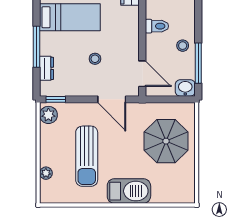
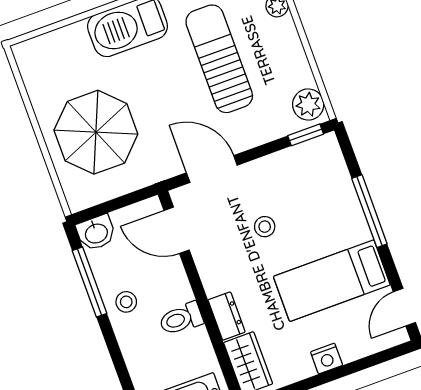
dresser: (47, 68) -> (227, 316), moved, turned 180

